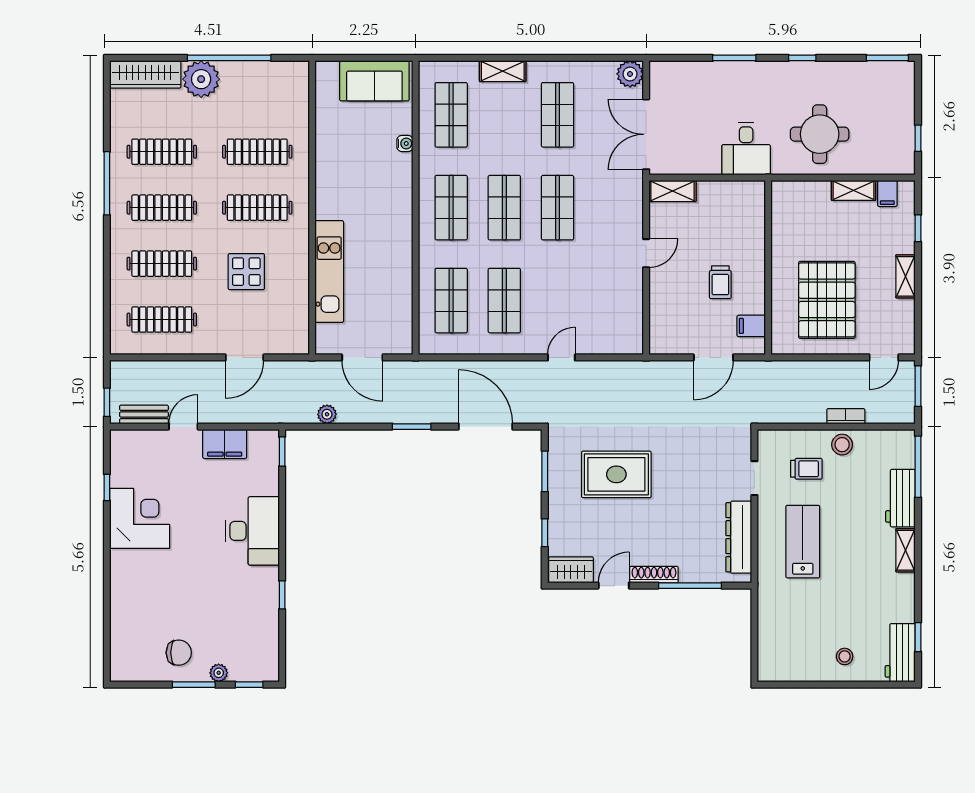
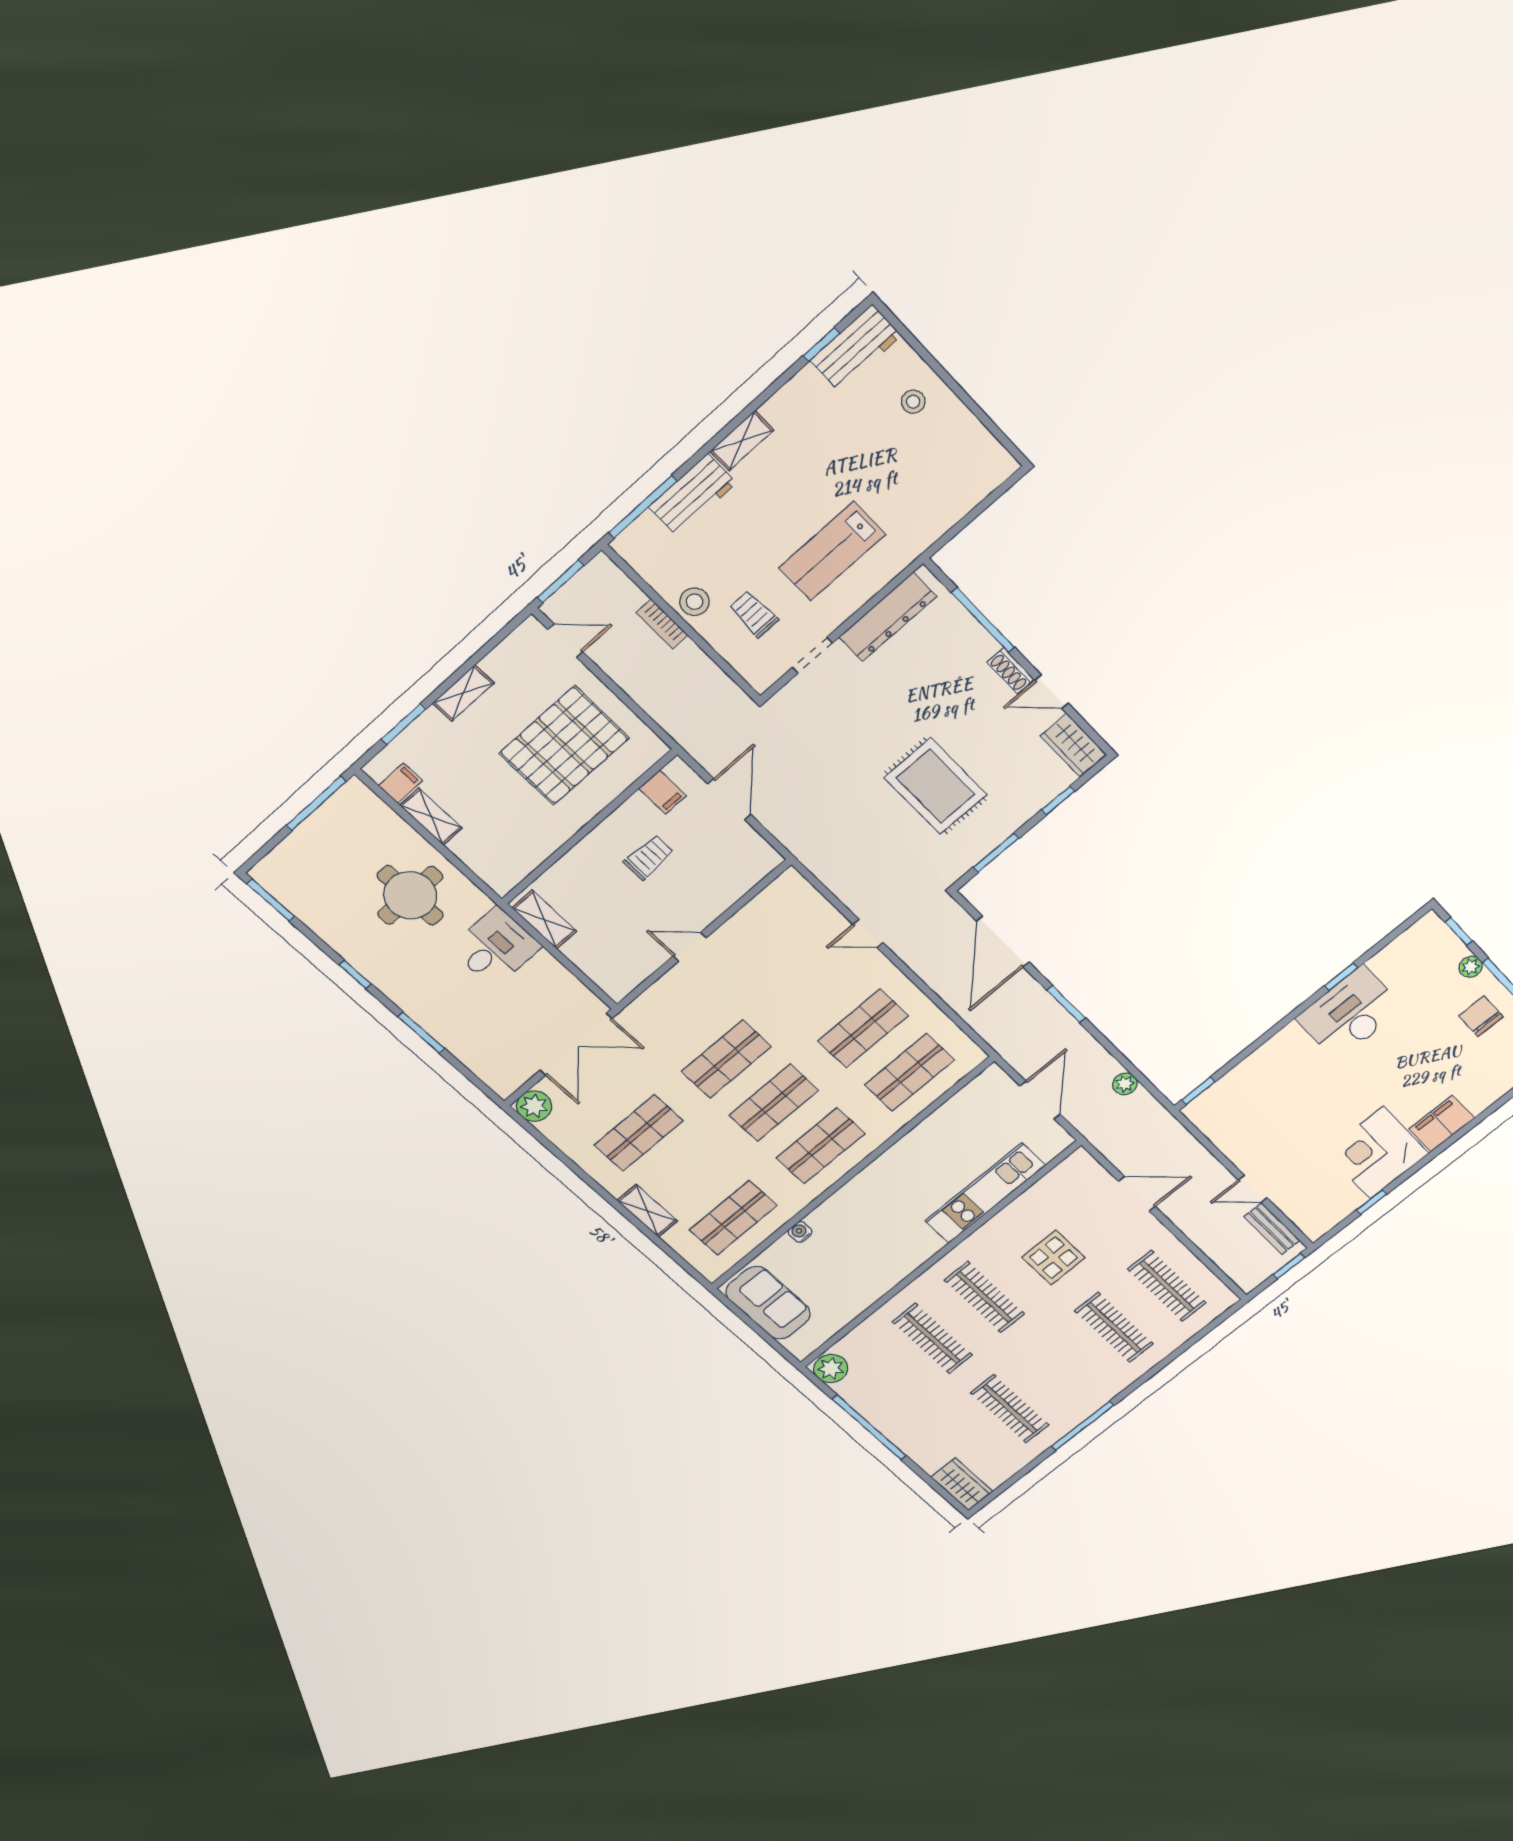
wardrobe: (145, 74) -> (962, 1484), width x0.67
plant: (201, 79) -> (831, 1369), moved, width x0.73, depth x0.73
window: (918, 138) -> (316, 803), width x2.17
shelving: (672, 191) -> (544, 920), moved
clothes rail: (162, 208) -> (1062, 1368), removed
window: (918, 228) -> (403, 724), width x1.50
door: (713, 357) -> (729, 799), hinge flipped
filing cabinet: (225, 444) -> (1442, 1124), moved, turned -90
desk: (252, 531) -> (1350, 1013), moved
shoe rack: (654, 575) -> (1011, 671), width x0.70

